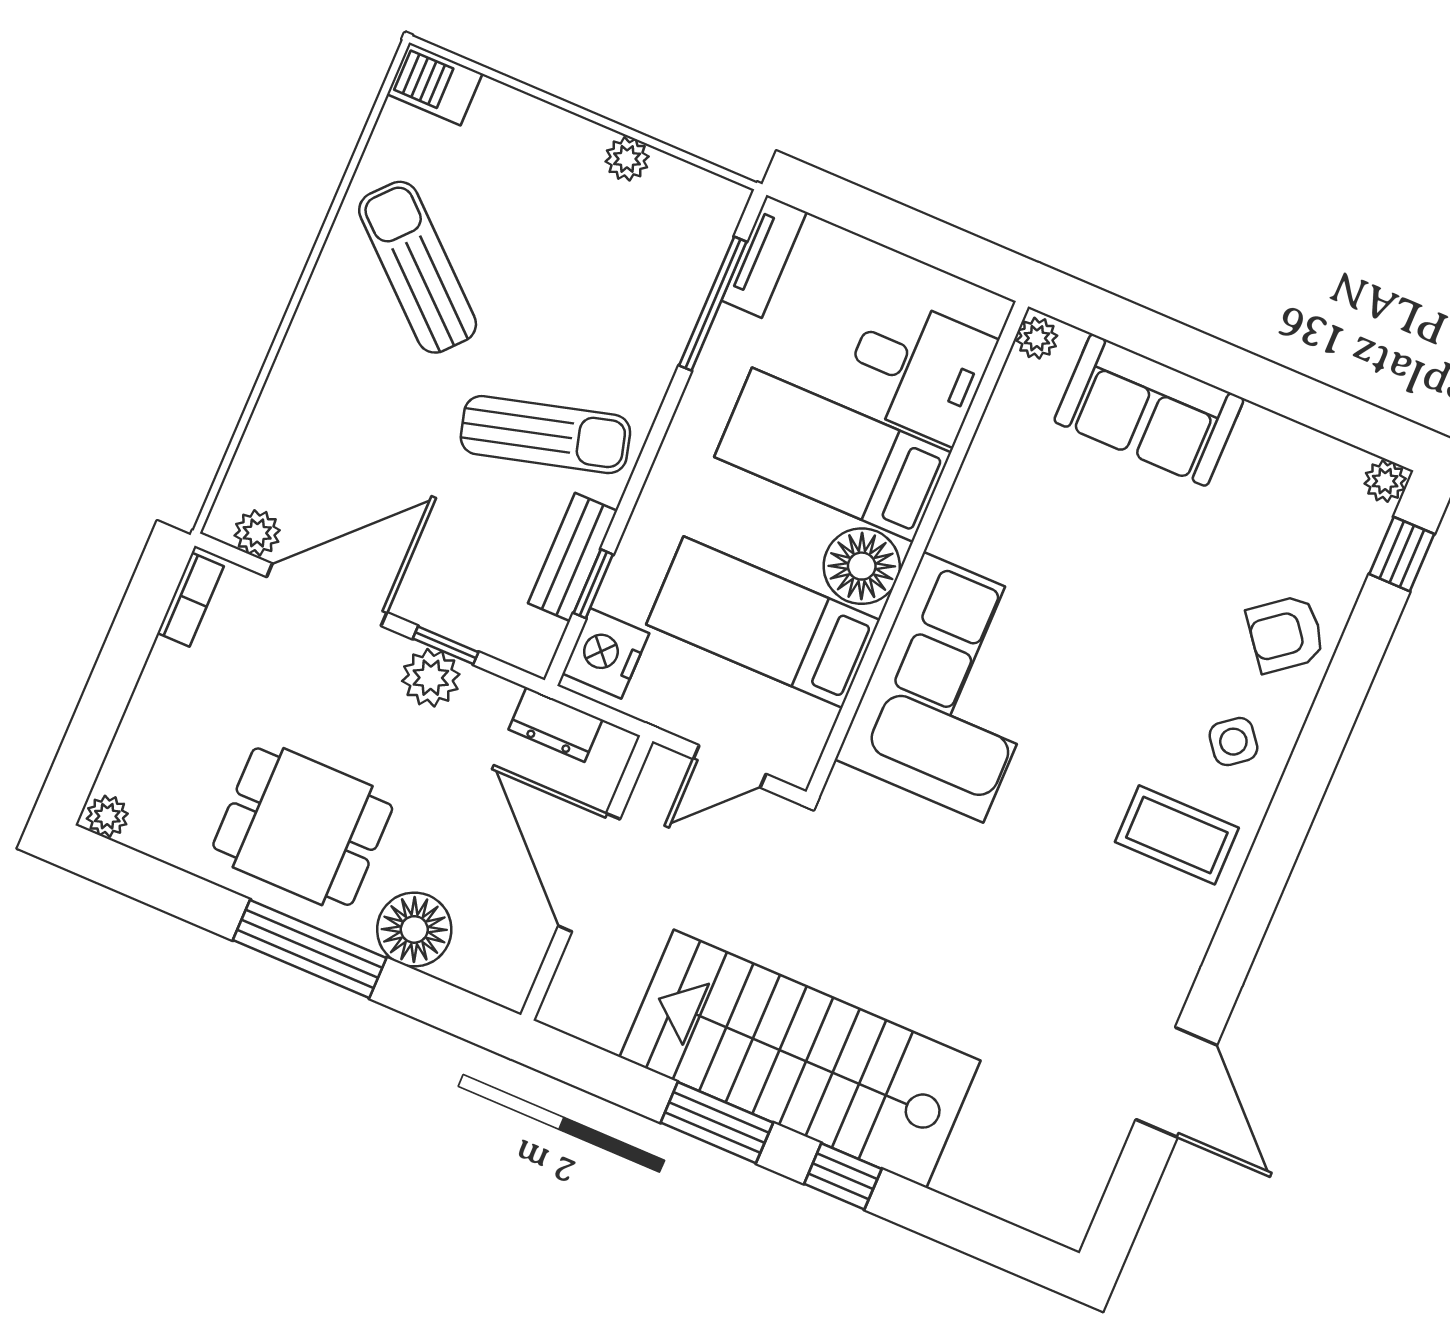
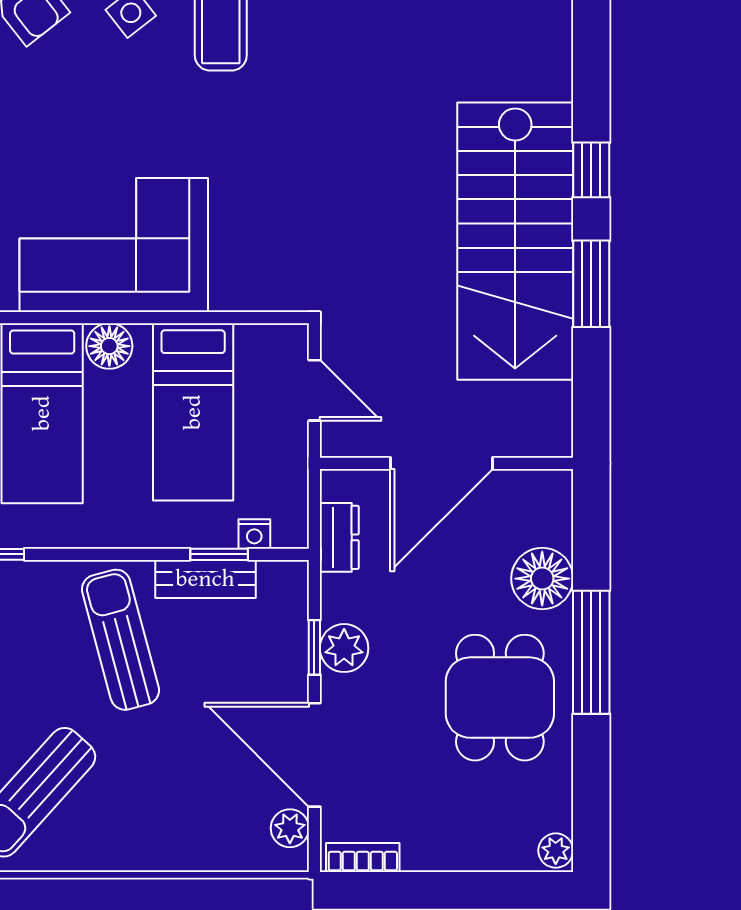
floor lamp: (862, 566) -> (109, 346), width x0.73, depth x0.73
nightstand: (606, 653) -> (254, 534), width x0.53, depth x0.56
corner sofa: (953, 687) -> (114, 245), moved

